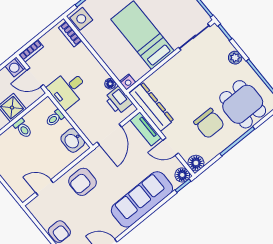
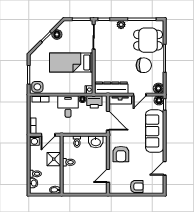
desk: (68, 89) -> (68, 106), moved, turned 180

